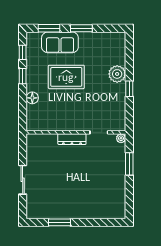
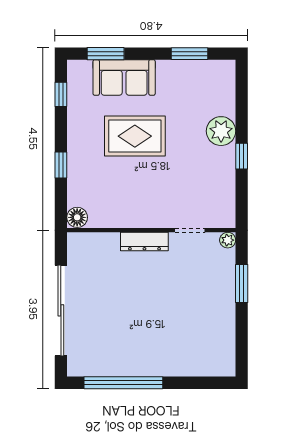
window: (81, 28) -> (190, 54), moved
window: (23, 76) -> (61, 165), moved
floor lamp: (32, 98) -> (77, 217), moved
sliding door: (23, 180) -> (61, 310), width x1.86
window: (60, 222) -> (123, 383), width x2.11

